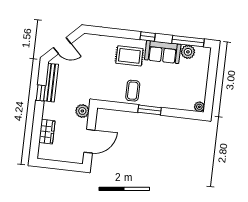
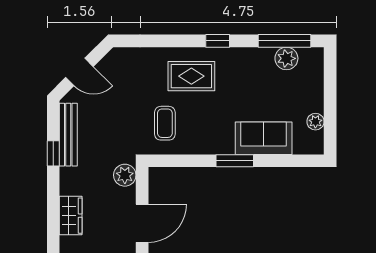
sofa: (163, 52) -> (264, 138), moved, turned 180
coffee table: (133, 91) -> (165, 123), moved
plant: (199, 107) -> (315, 122), moved

